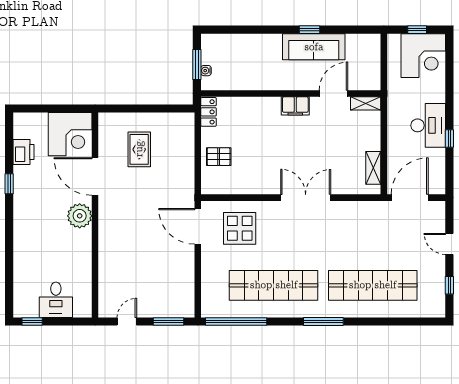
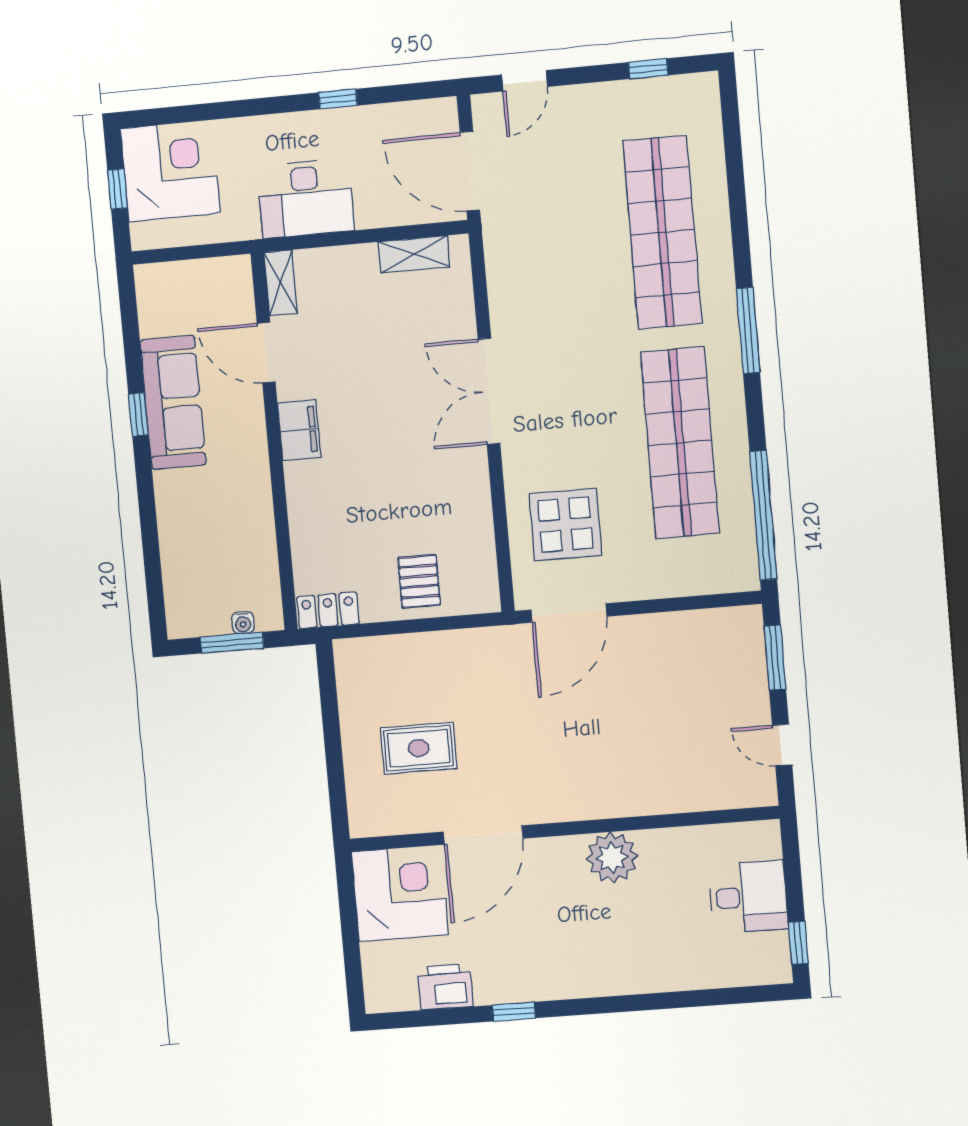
desk: (428, 125) -> (305, 198), moved, turned 180
plant: (80, 216) -> (612, 857), moved
door: (449, 244) -> (525, 81), moved

